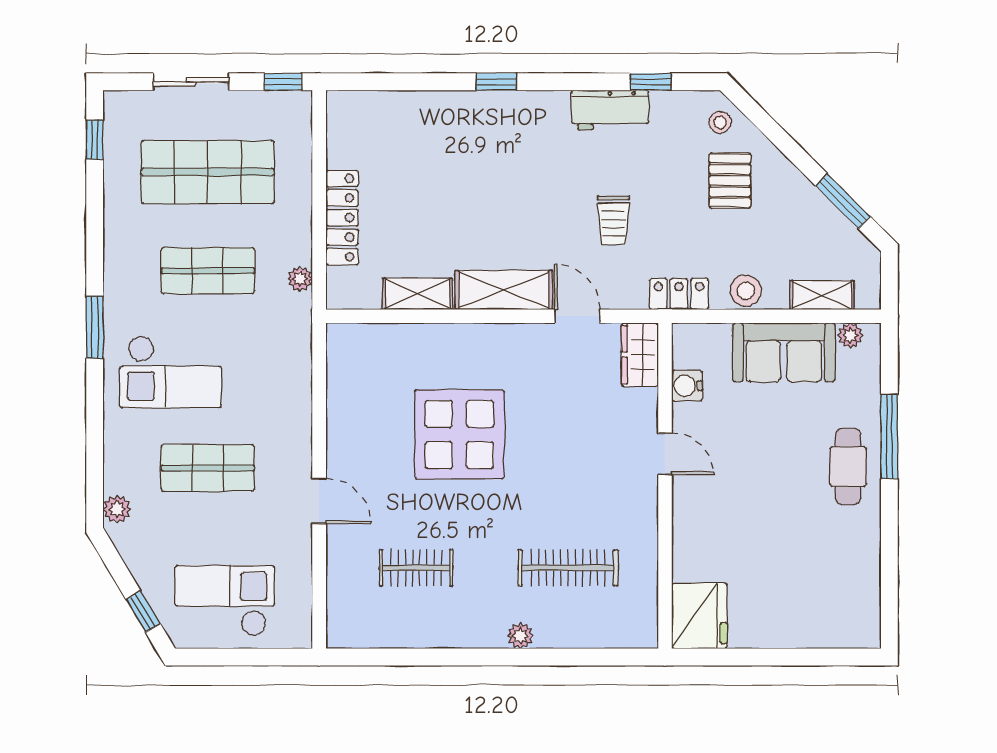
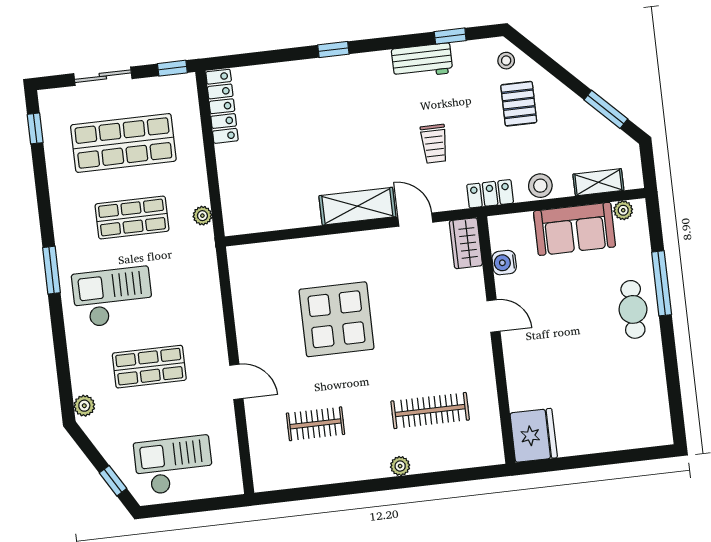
locker: (342, 218) -> (222, 106), moved
shelving: (417, 294) -> (293, 217), removed
checkout: (171, 372) -> (113, 297), turned 180

